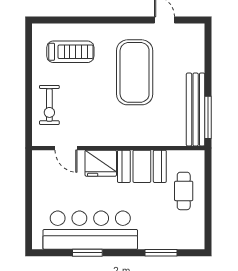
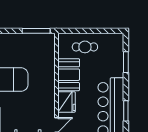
bench: (196, 110) -> (31, 39), removed

